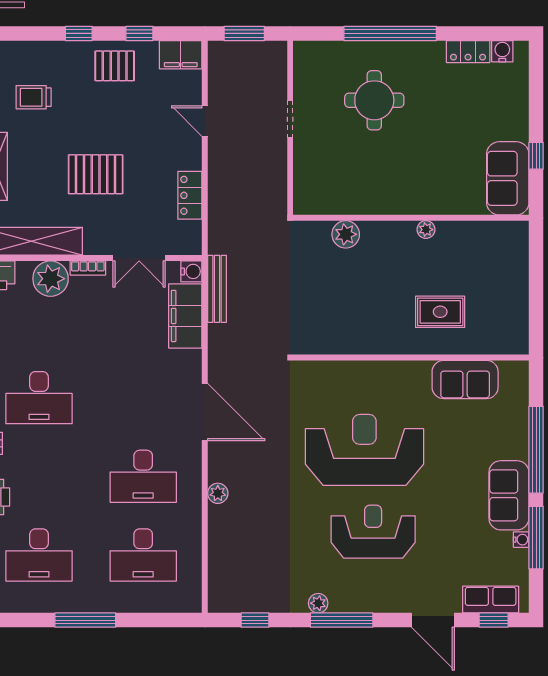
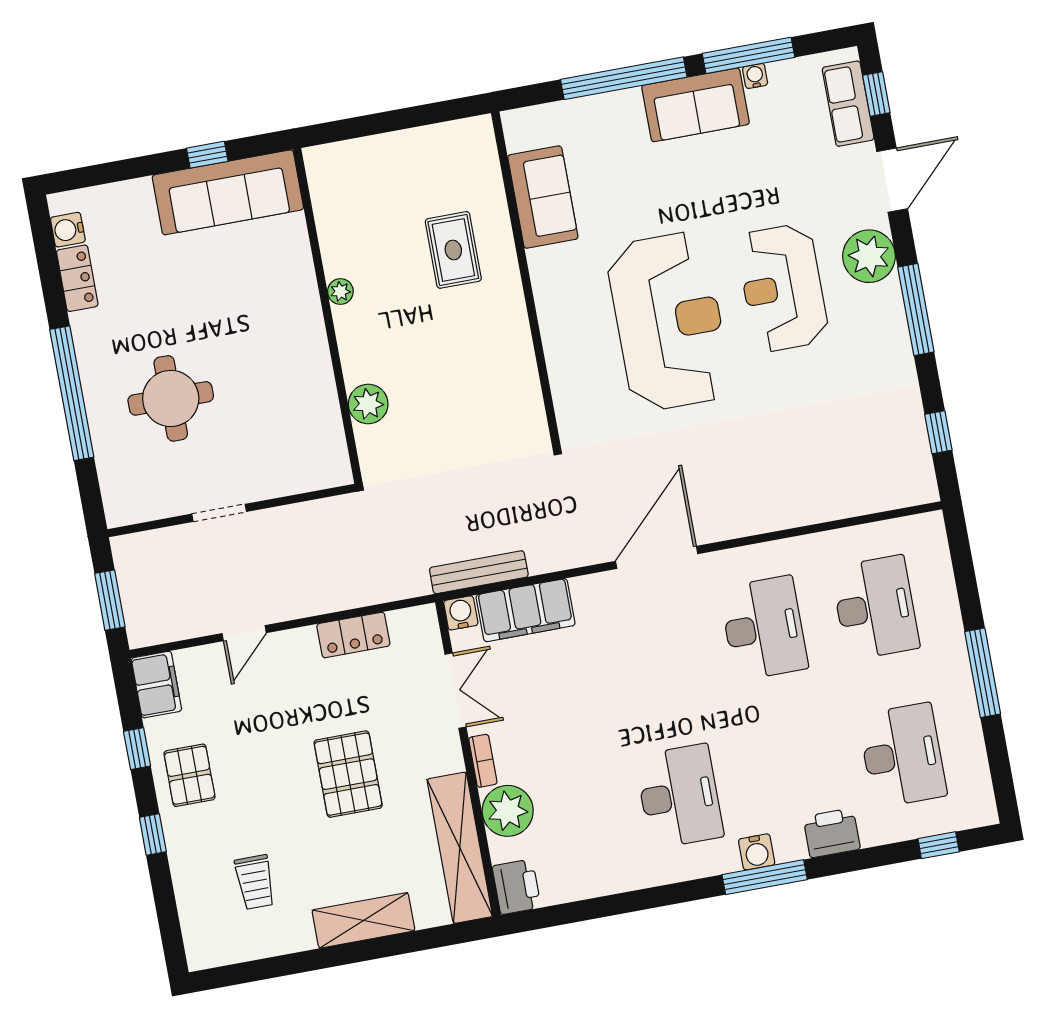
sofa: (508, 178) -> (228, 192), width x1.36
reception desk: (364, 450) -> (669, 321), turned 180
plant: (218, 493) -> (768, 518), removed
plant: (318, 603) -> (869, 256), moved, width x1.87, depth x1.87

